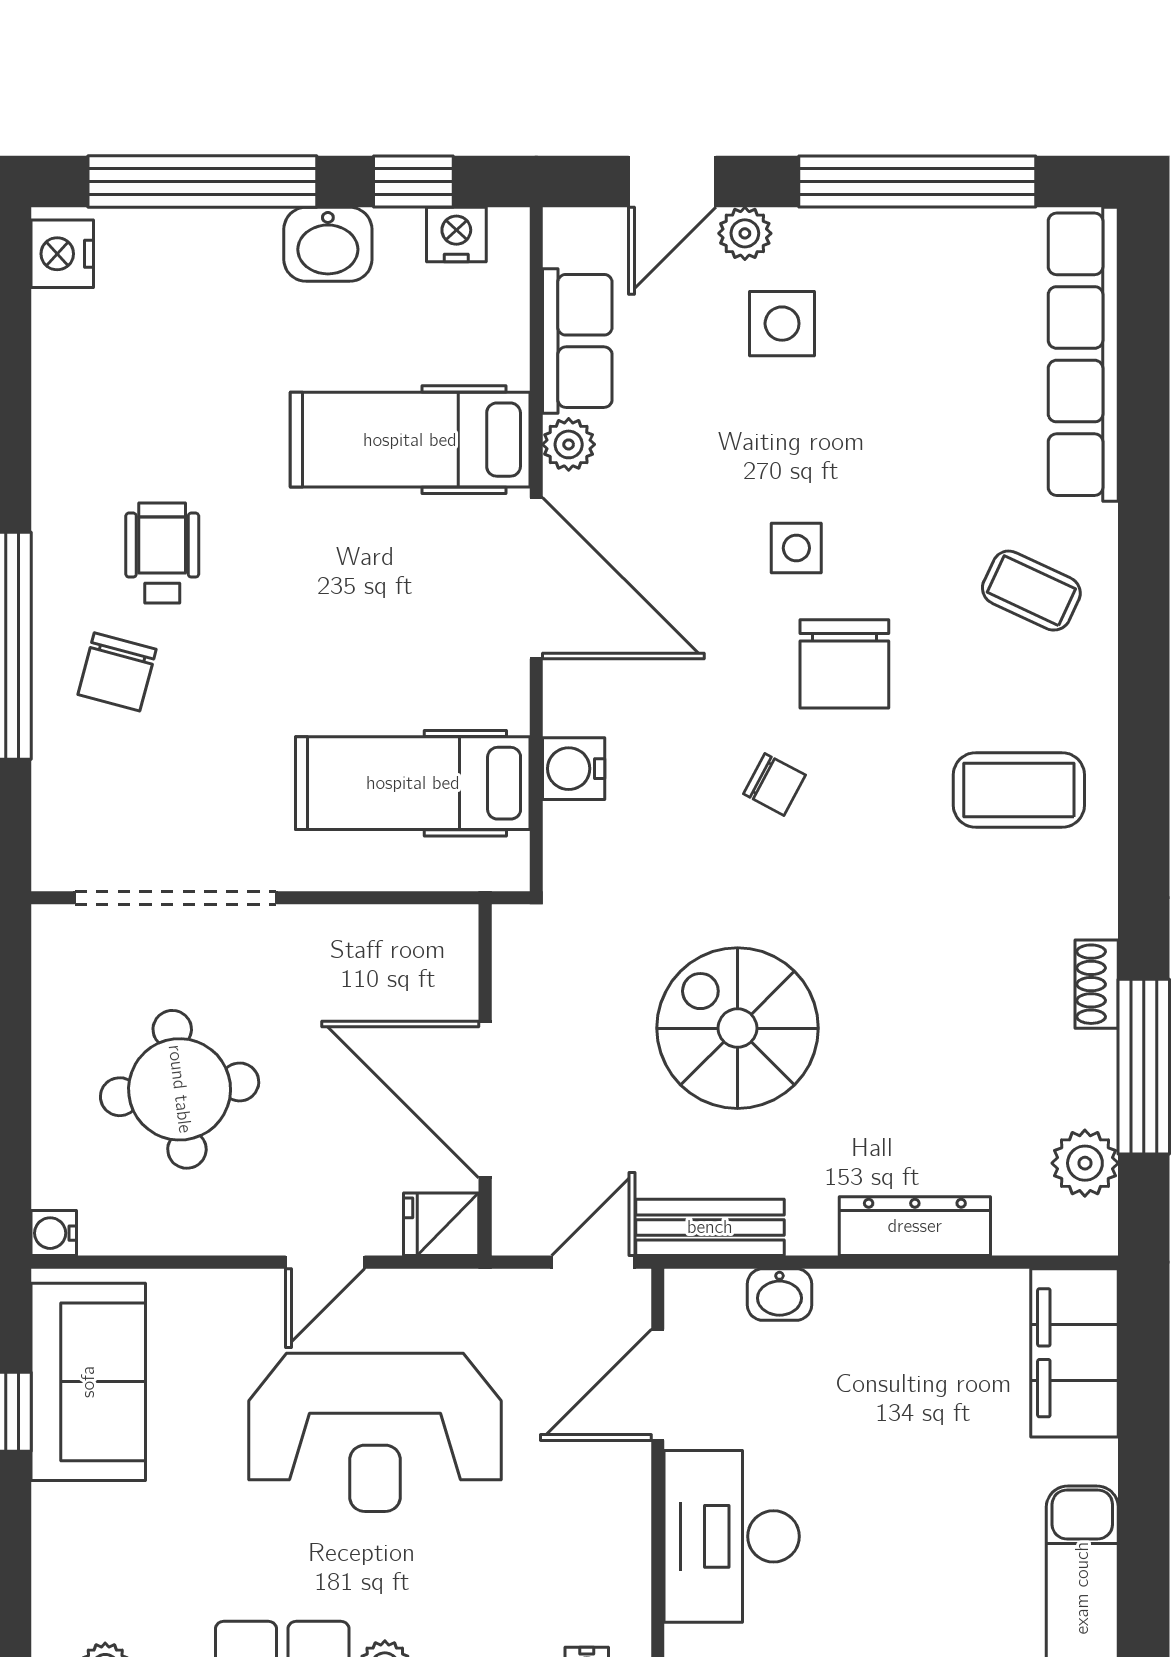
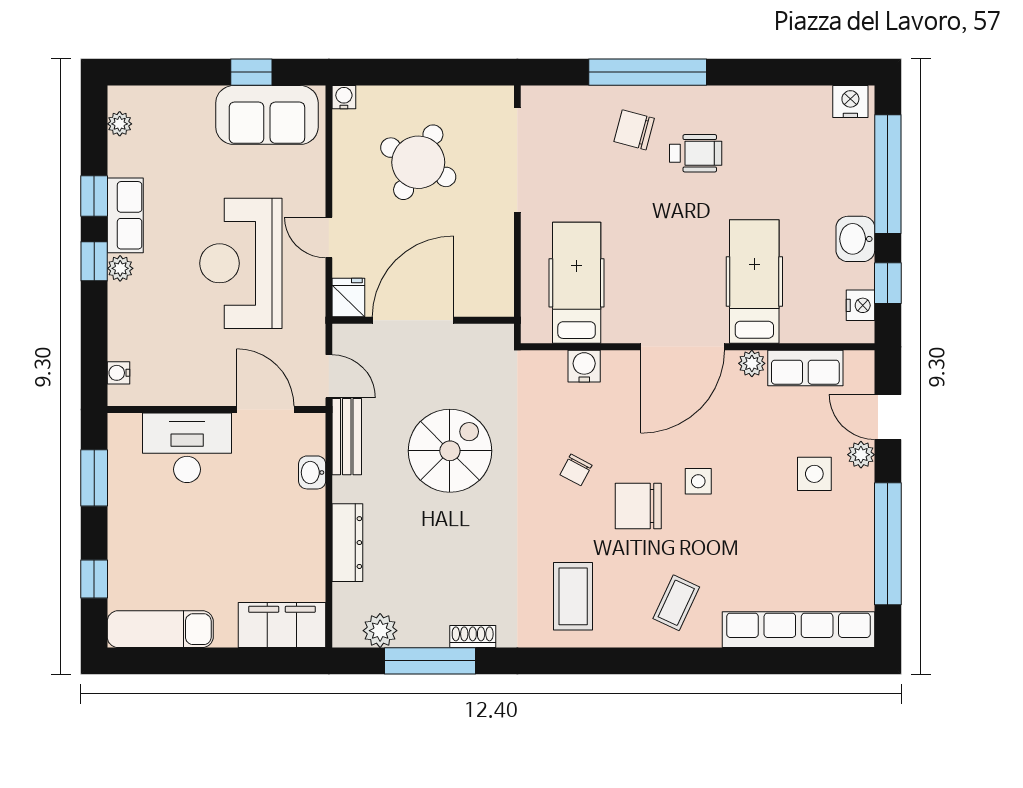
round table: (180, 1089) -> (418, 162), turned 35

